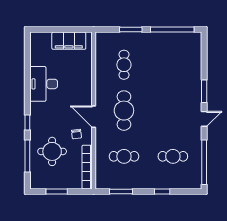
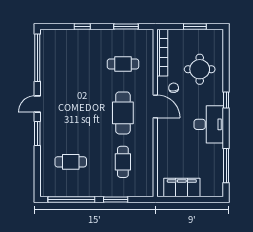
desk: (44, 84) -> (209, 124), moved
window: (27, 156) -> (226, 166), moved
cafe table: (173, 156) -> (71, 162), moved

